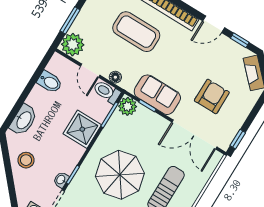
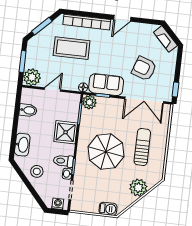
window: (240, 40) -> (145, 21), removed
door: (90, 71) -> (52, 90), swing flipped
floor lamp: (115, 77) -> (83, 87), moved
toilet: (107, 92) -> (63, 161), moved
armchair: (212, 96) -> (144, 69), turned -71

